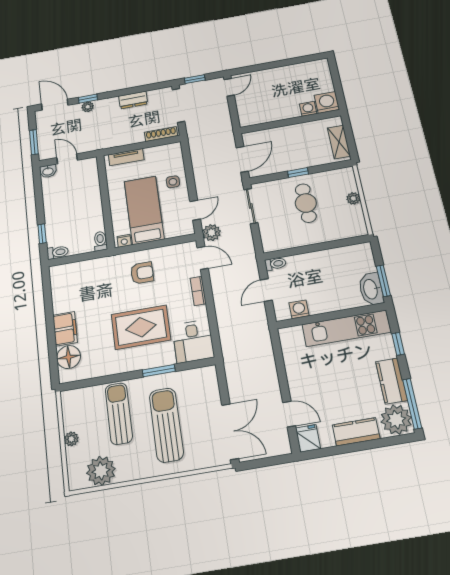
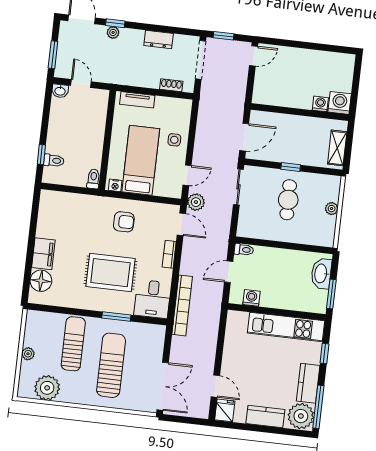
shoe rack: (161, 134) -> (171, 85), width x0.70
toilet: (58, 252) -> (54, 161), moved
washbasin: (371, 289) -> (321, 274), moved
bookcase: (227, 339) -> (182, 305), added

